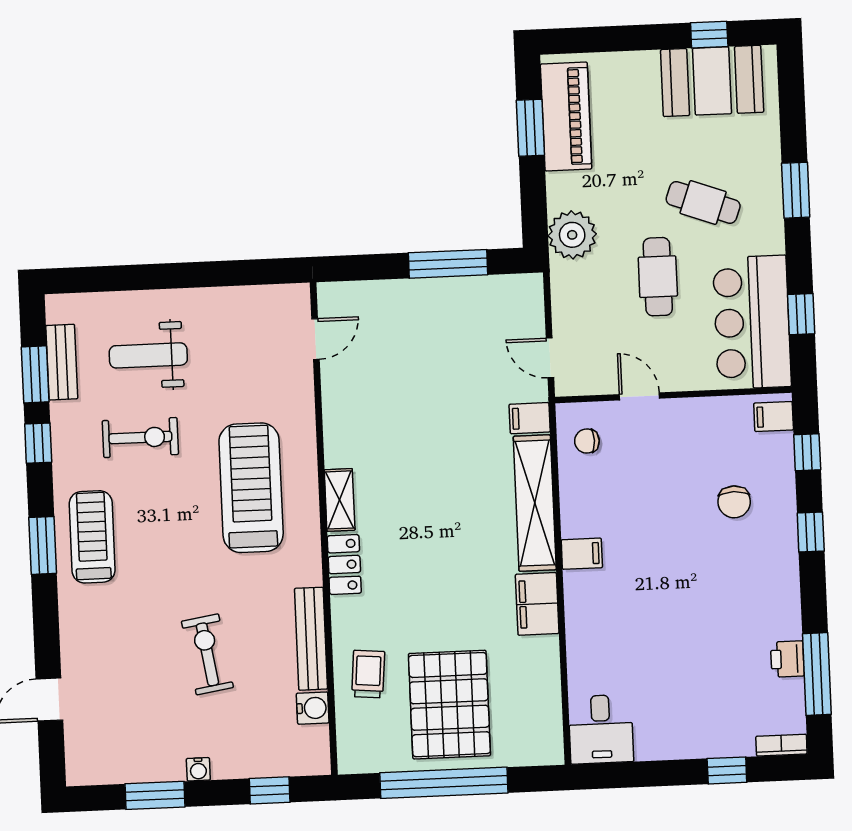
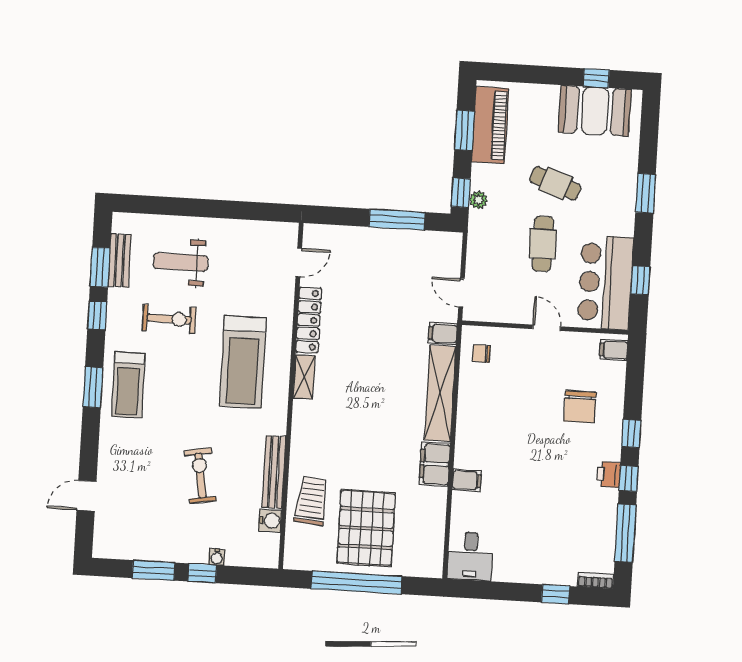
cafe table: (703, 202) -> (555, 183), moved
window: (534, 217) -> (461, 193), added
plant: (572, 235) -> (478, 200), width x0.53, depth x0.53
door: (639, 396) -> (547, 328), moved
window: (807, 452) -> (629, 478), moved
treadmill: (251, 488) -> (243, 362), turned 180
chair: (734, 502) -> (580, 407), width x1.37, depth x1.37
treadmill: (92, 537) -> (128, 385), turned 180
filing cabinet: (582, 554) -> (467, 480), moved
locker: (344, 565) -> (309, 320), moved, width x1.53
printer: (787, 659) -> (608, 474), moved
trolley: (368, 674) -> (311, 501), width x1.36, depth x1.39
water cooler: (198, 769) -> (217, 557), moved
window: (270, 790) -> (202, 573), moved

